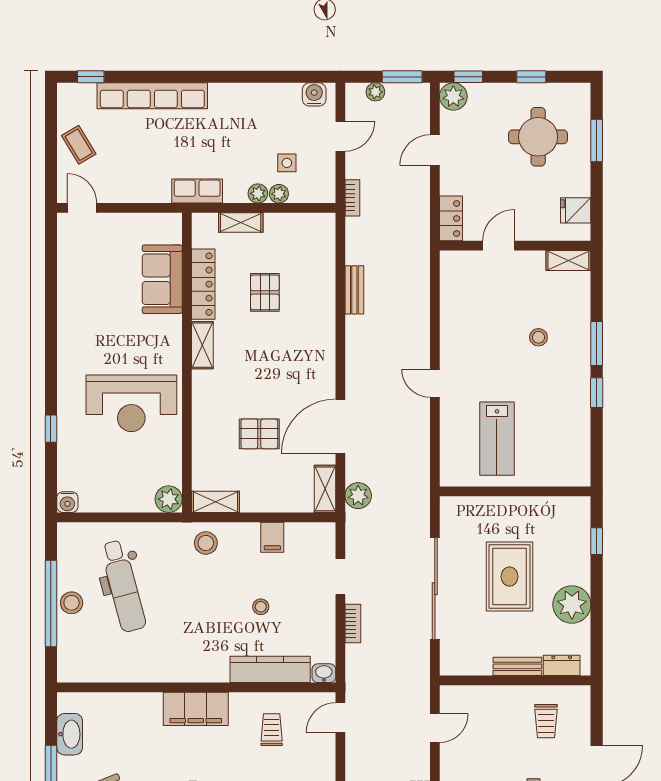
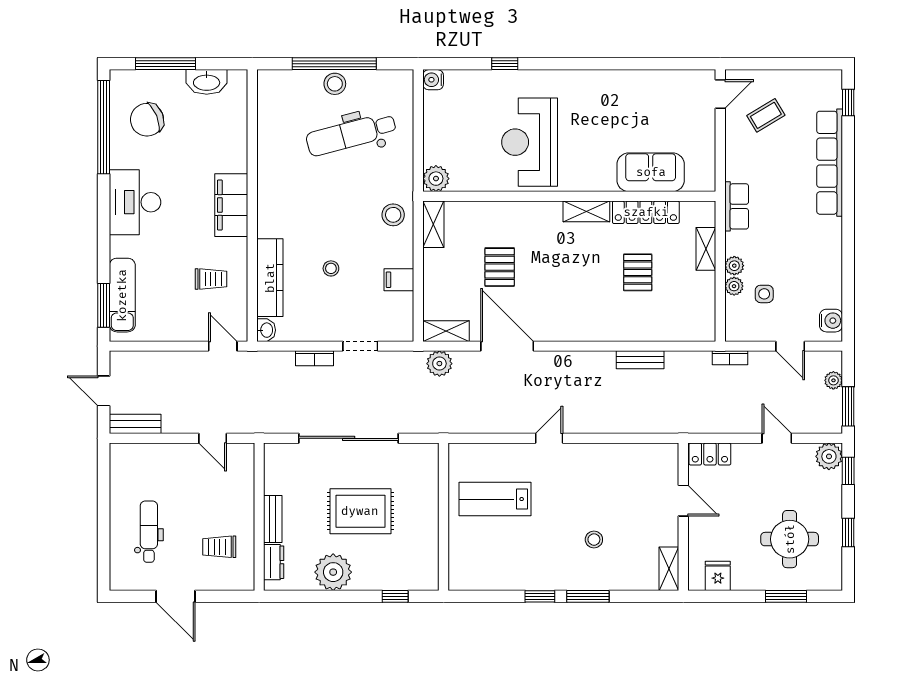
coffee table: (79, 145) -> (766, 115), moved
pallet: (265, 292) -> (638, 272), turned 90

